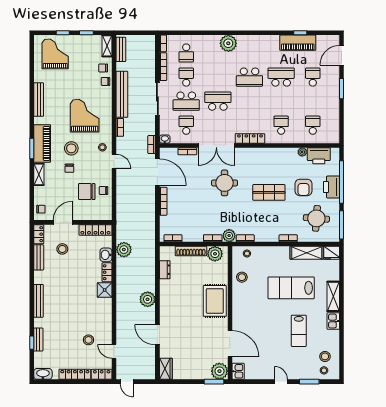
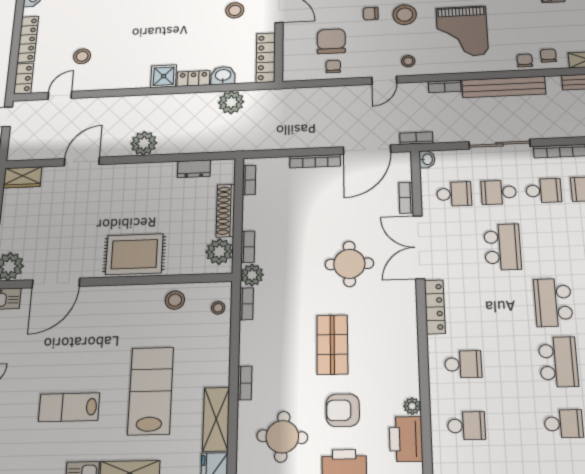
school desk: (186, 101) -> (499, 192), width x0.54
grand piano: (85, 116) -> (462, 32), turned 90
stool: (325, 356) -> (16, 459), removed

